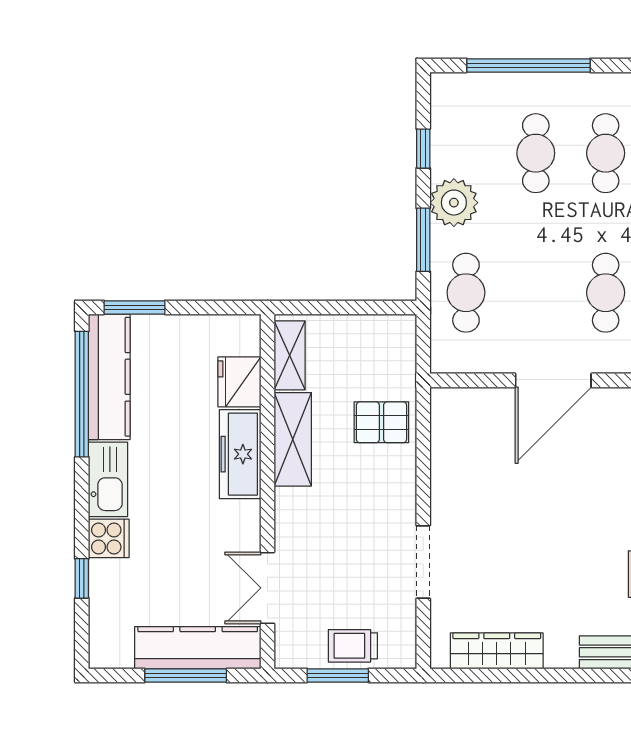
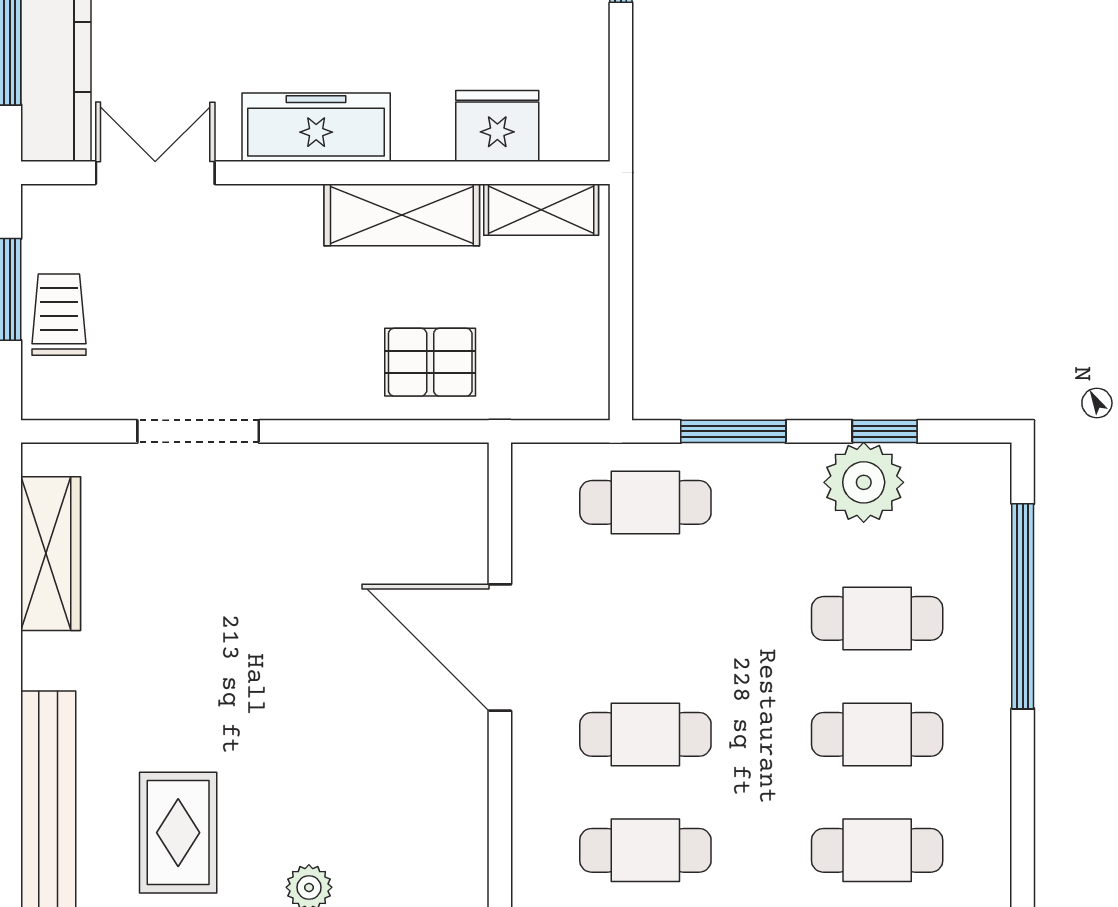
plant: (454, 203) -> (864, 482), moved
pallet: (381, 422) -> (430, 362), turned 90
freezer: (240, 454) -> (316, 127), moved

